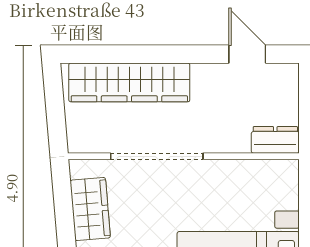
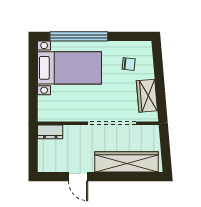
door: (247, 54) -> (78, 177), moved

